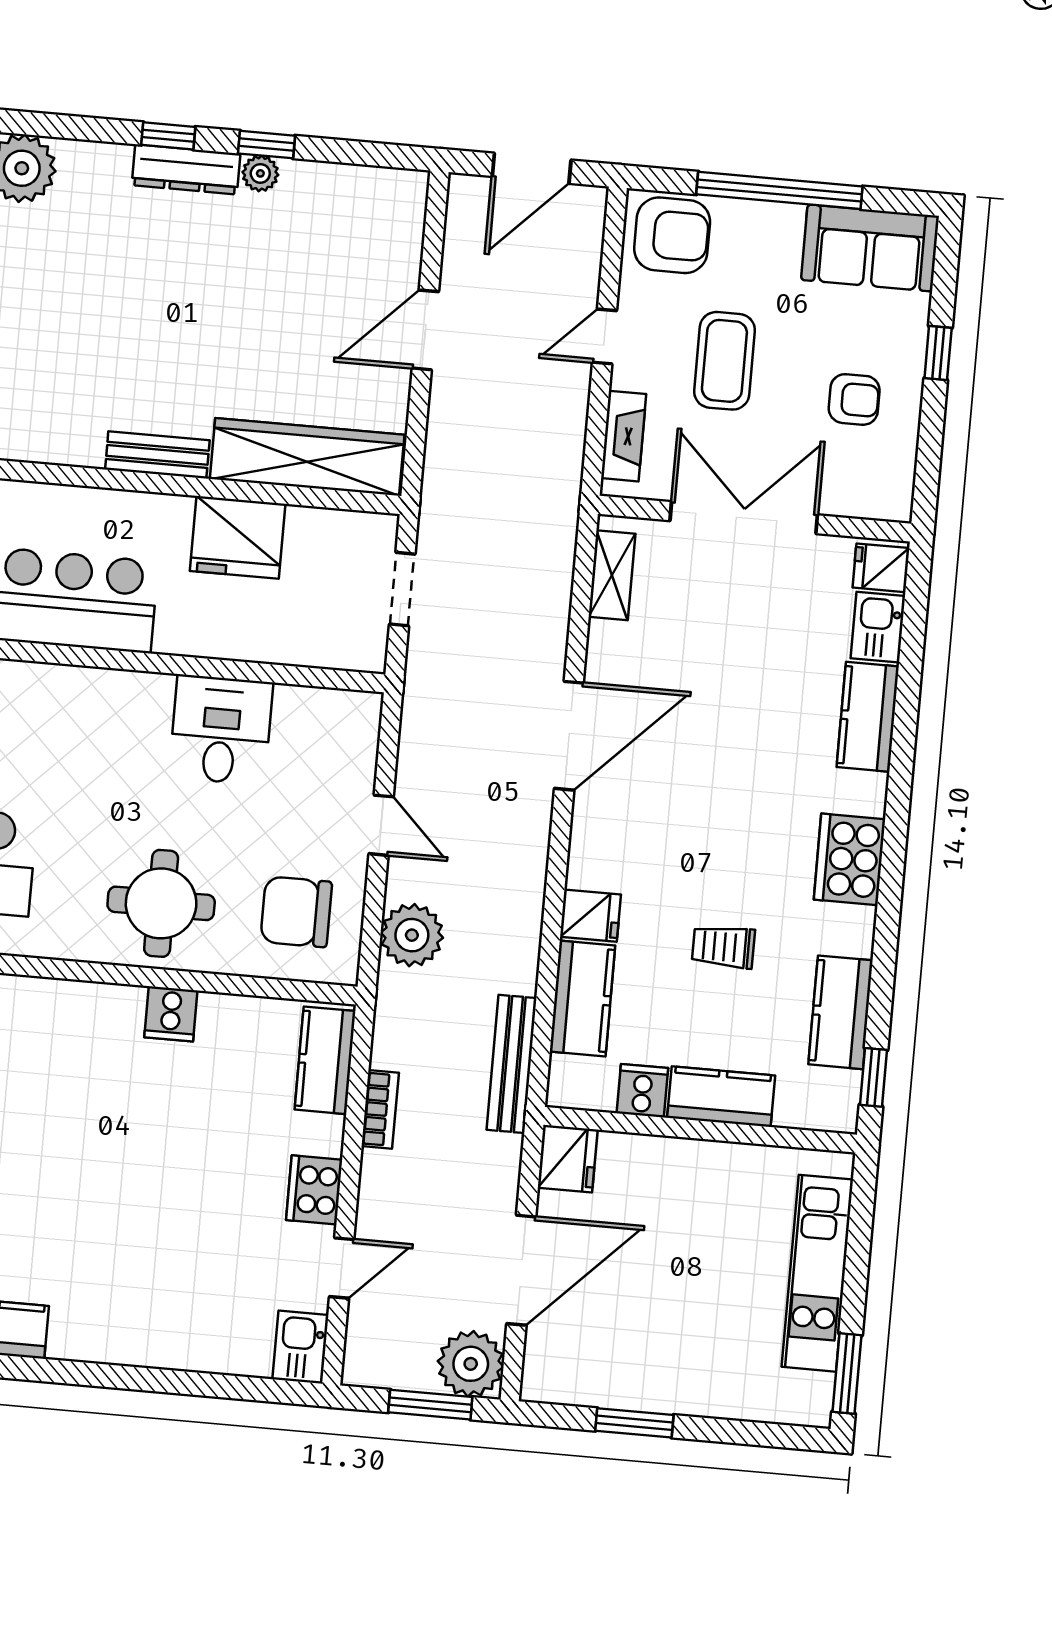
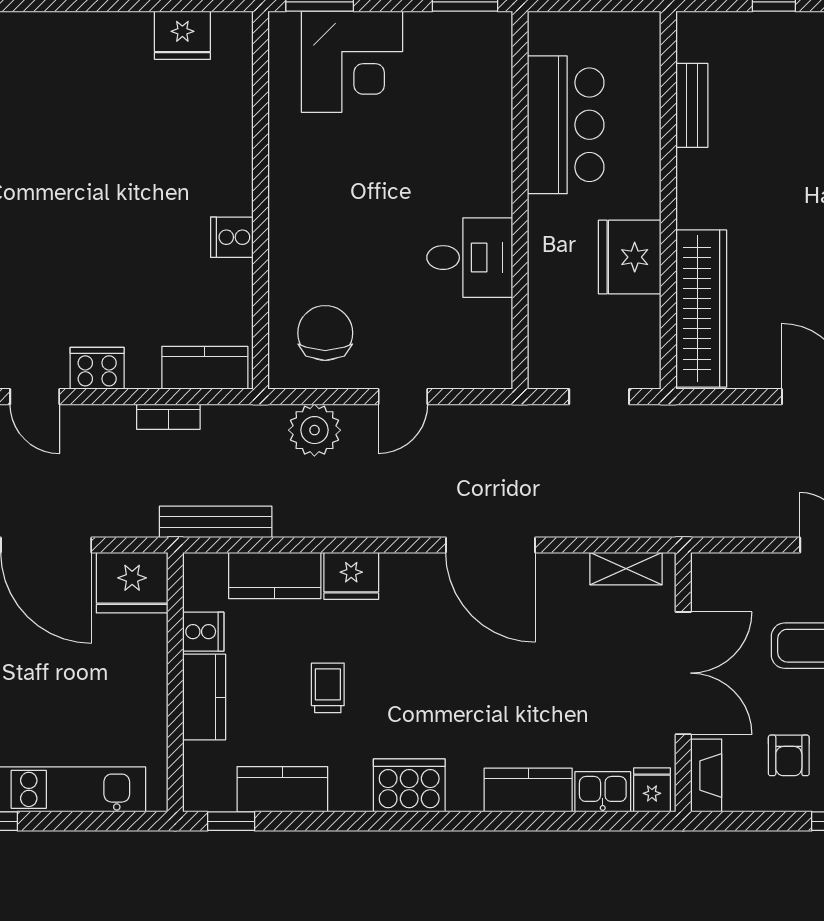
fireplace: (624, 436) -> (706, 776), moved, turned -90
bench: (157, 455) -> (692, 105), moved
round table: (161, 903) -> (322, 221), removed
fridge: (590, 916) -> (351, 576), width x1.38
fridge: (568, 1159) -> (132, 583), width x1.36, depth x1.34

